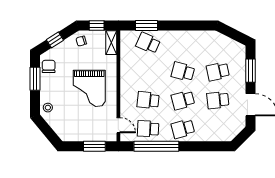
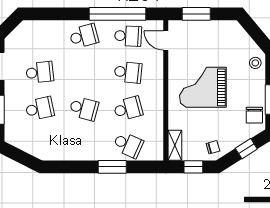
window: (147, 26) -> (112, 167), moved
grand piano: (89, 88) -> (203, 87), turned -90
school desk: (183, 100) -> (128, 109), moved

